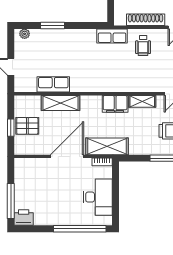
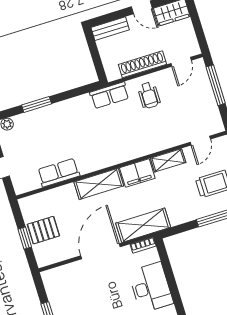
shelving: (60, 103) -> (99, 184), moved

